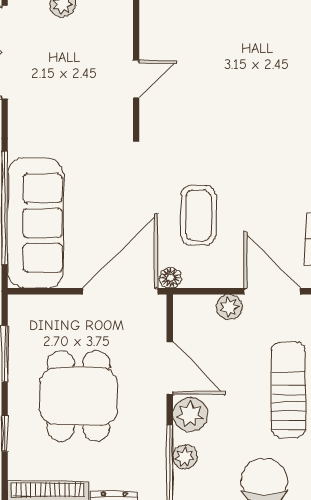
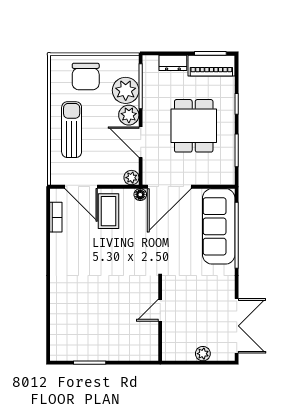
coffee table: (198, 215) -> (109, 211), moved
plant: (229, 307) -> (131, 178), moved
sun lounger: (288, 390) -> (72, 130), turned 180
plant: (185, 457) -> (126, 90), width x1.88, depth x1.88

